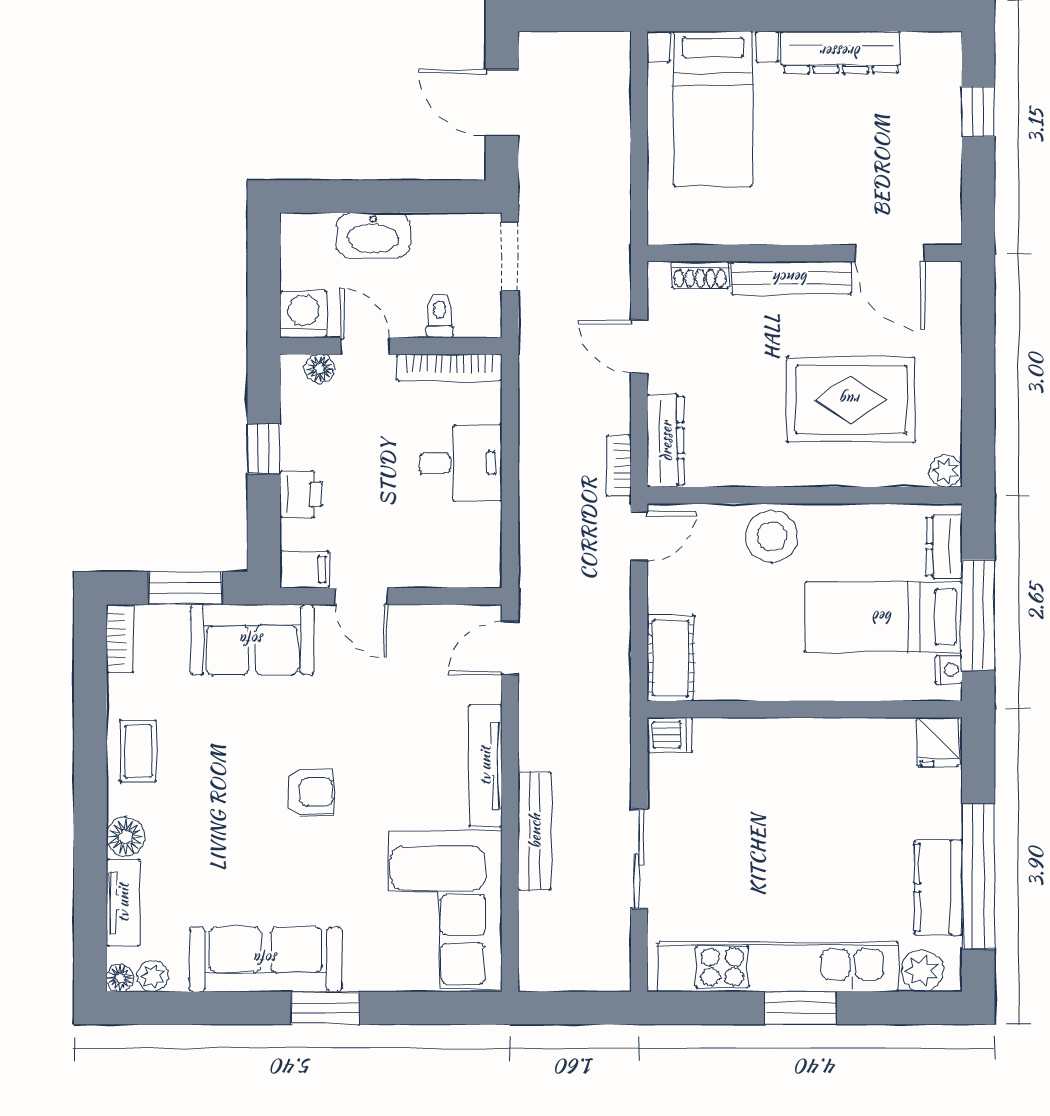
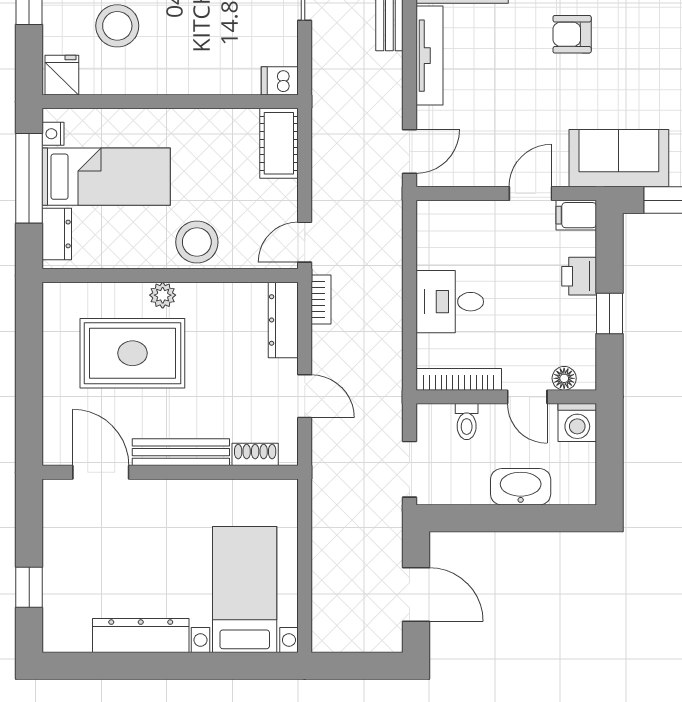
plant: (945, 471) -> (163, 295), moved
door: (361, 596) -> (530, 193), hinge flipped
stool: (870, 803) -> (117, 26), added

